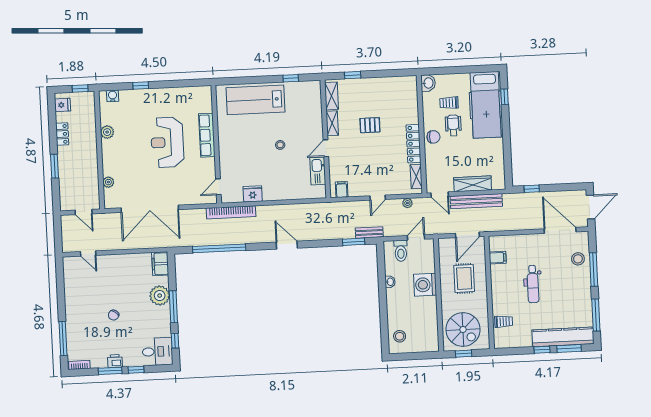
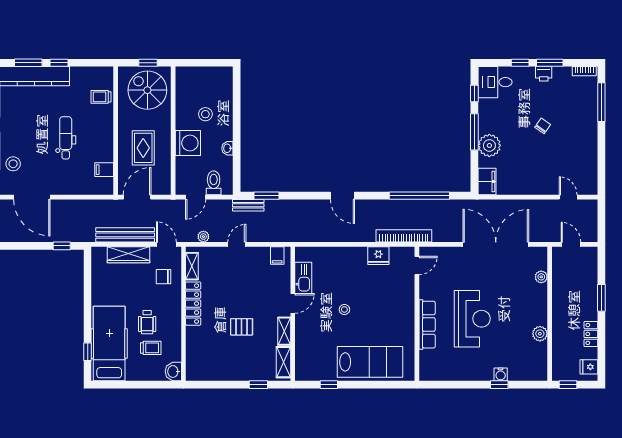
water cooler: (113, 96) -> (501, 374), moved
chair: (433, 137) -> (163, 277), moved
stool: (400, 336) -> (205, 114), moved

